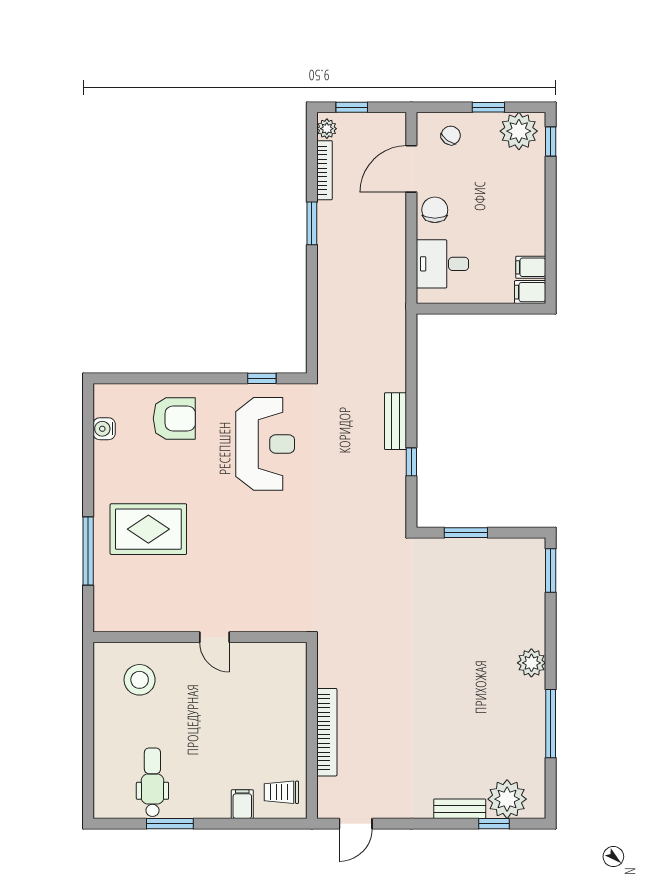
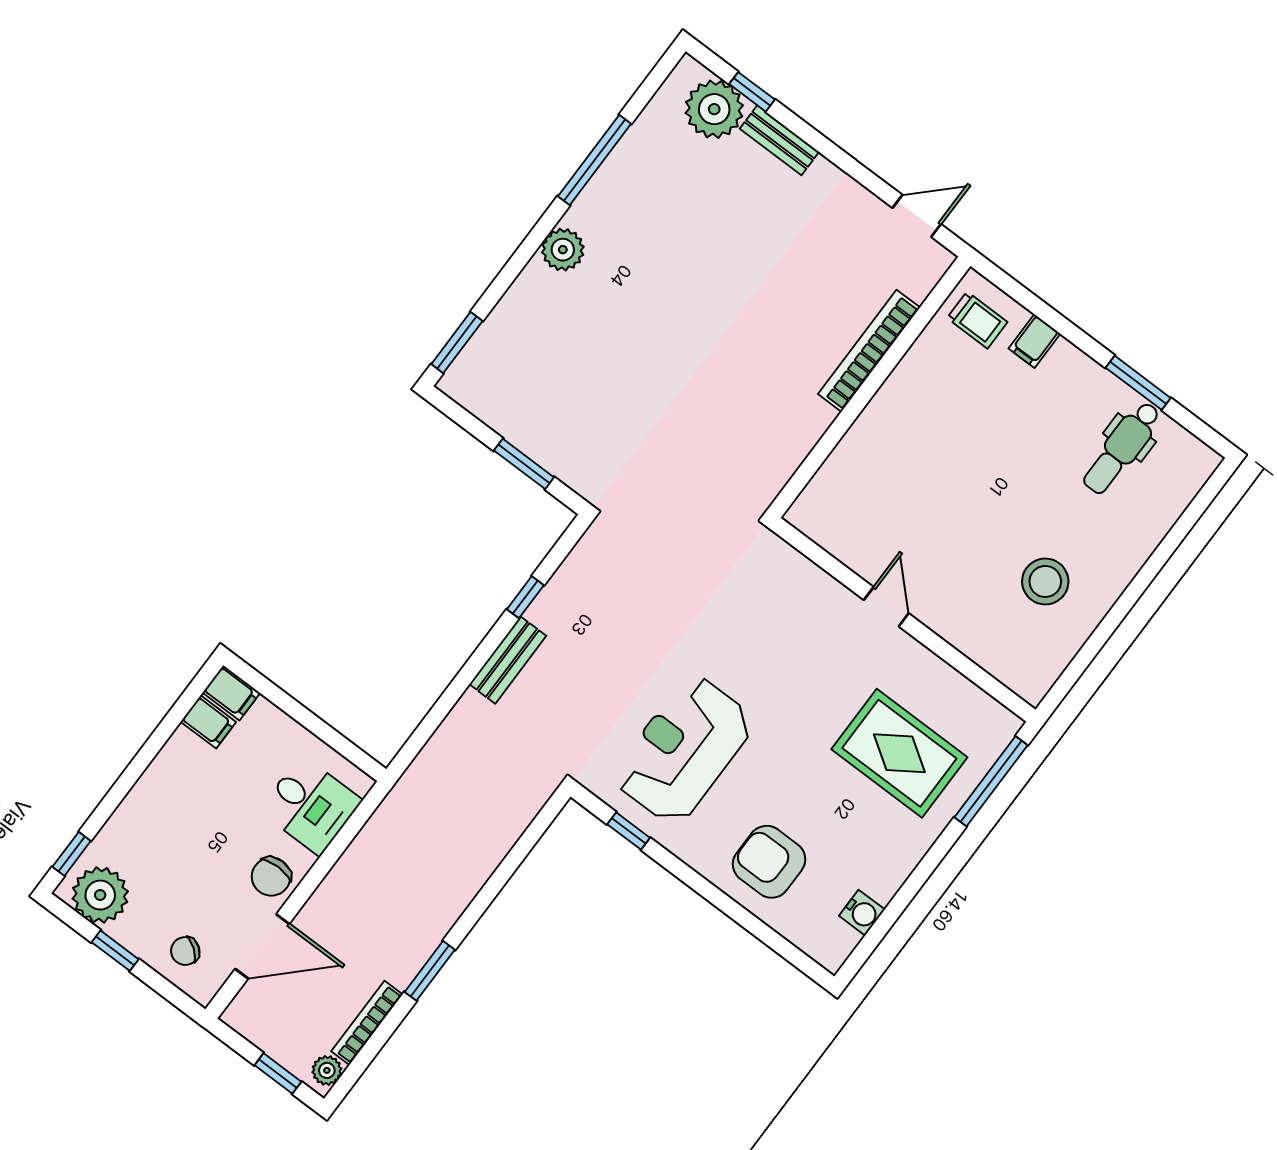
wall: (200, 637) -> (904, 620), moved
door: (214, 637) -> (886, 607), moved

